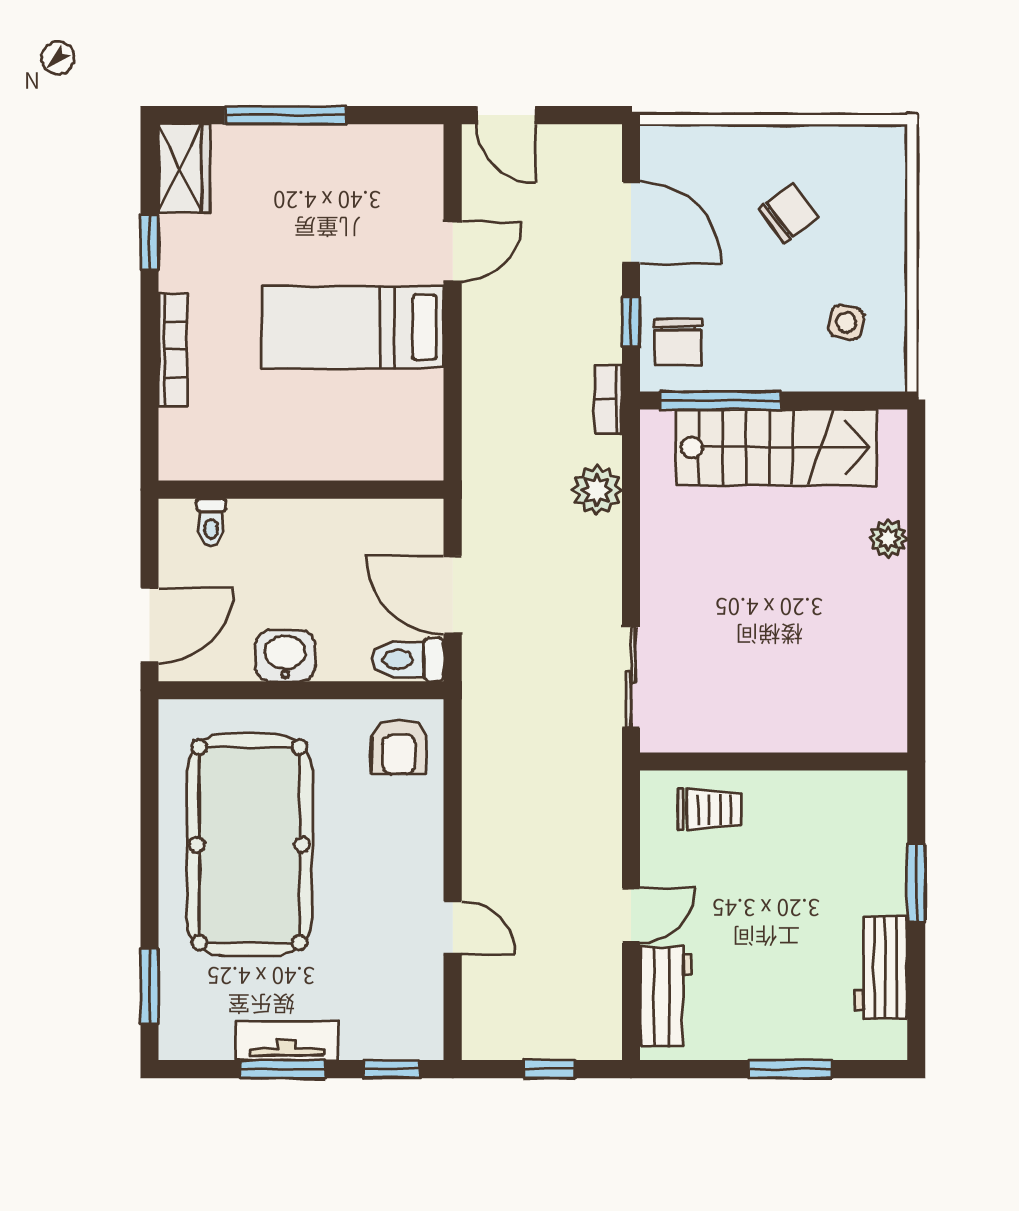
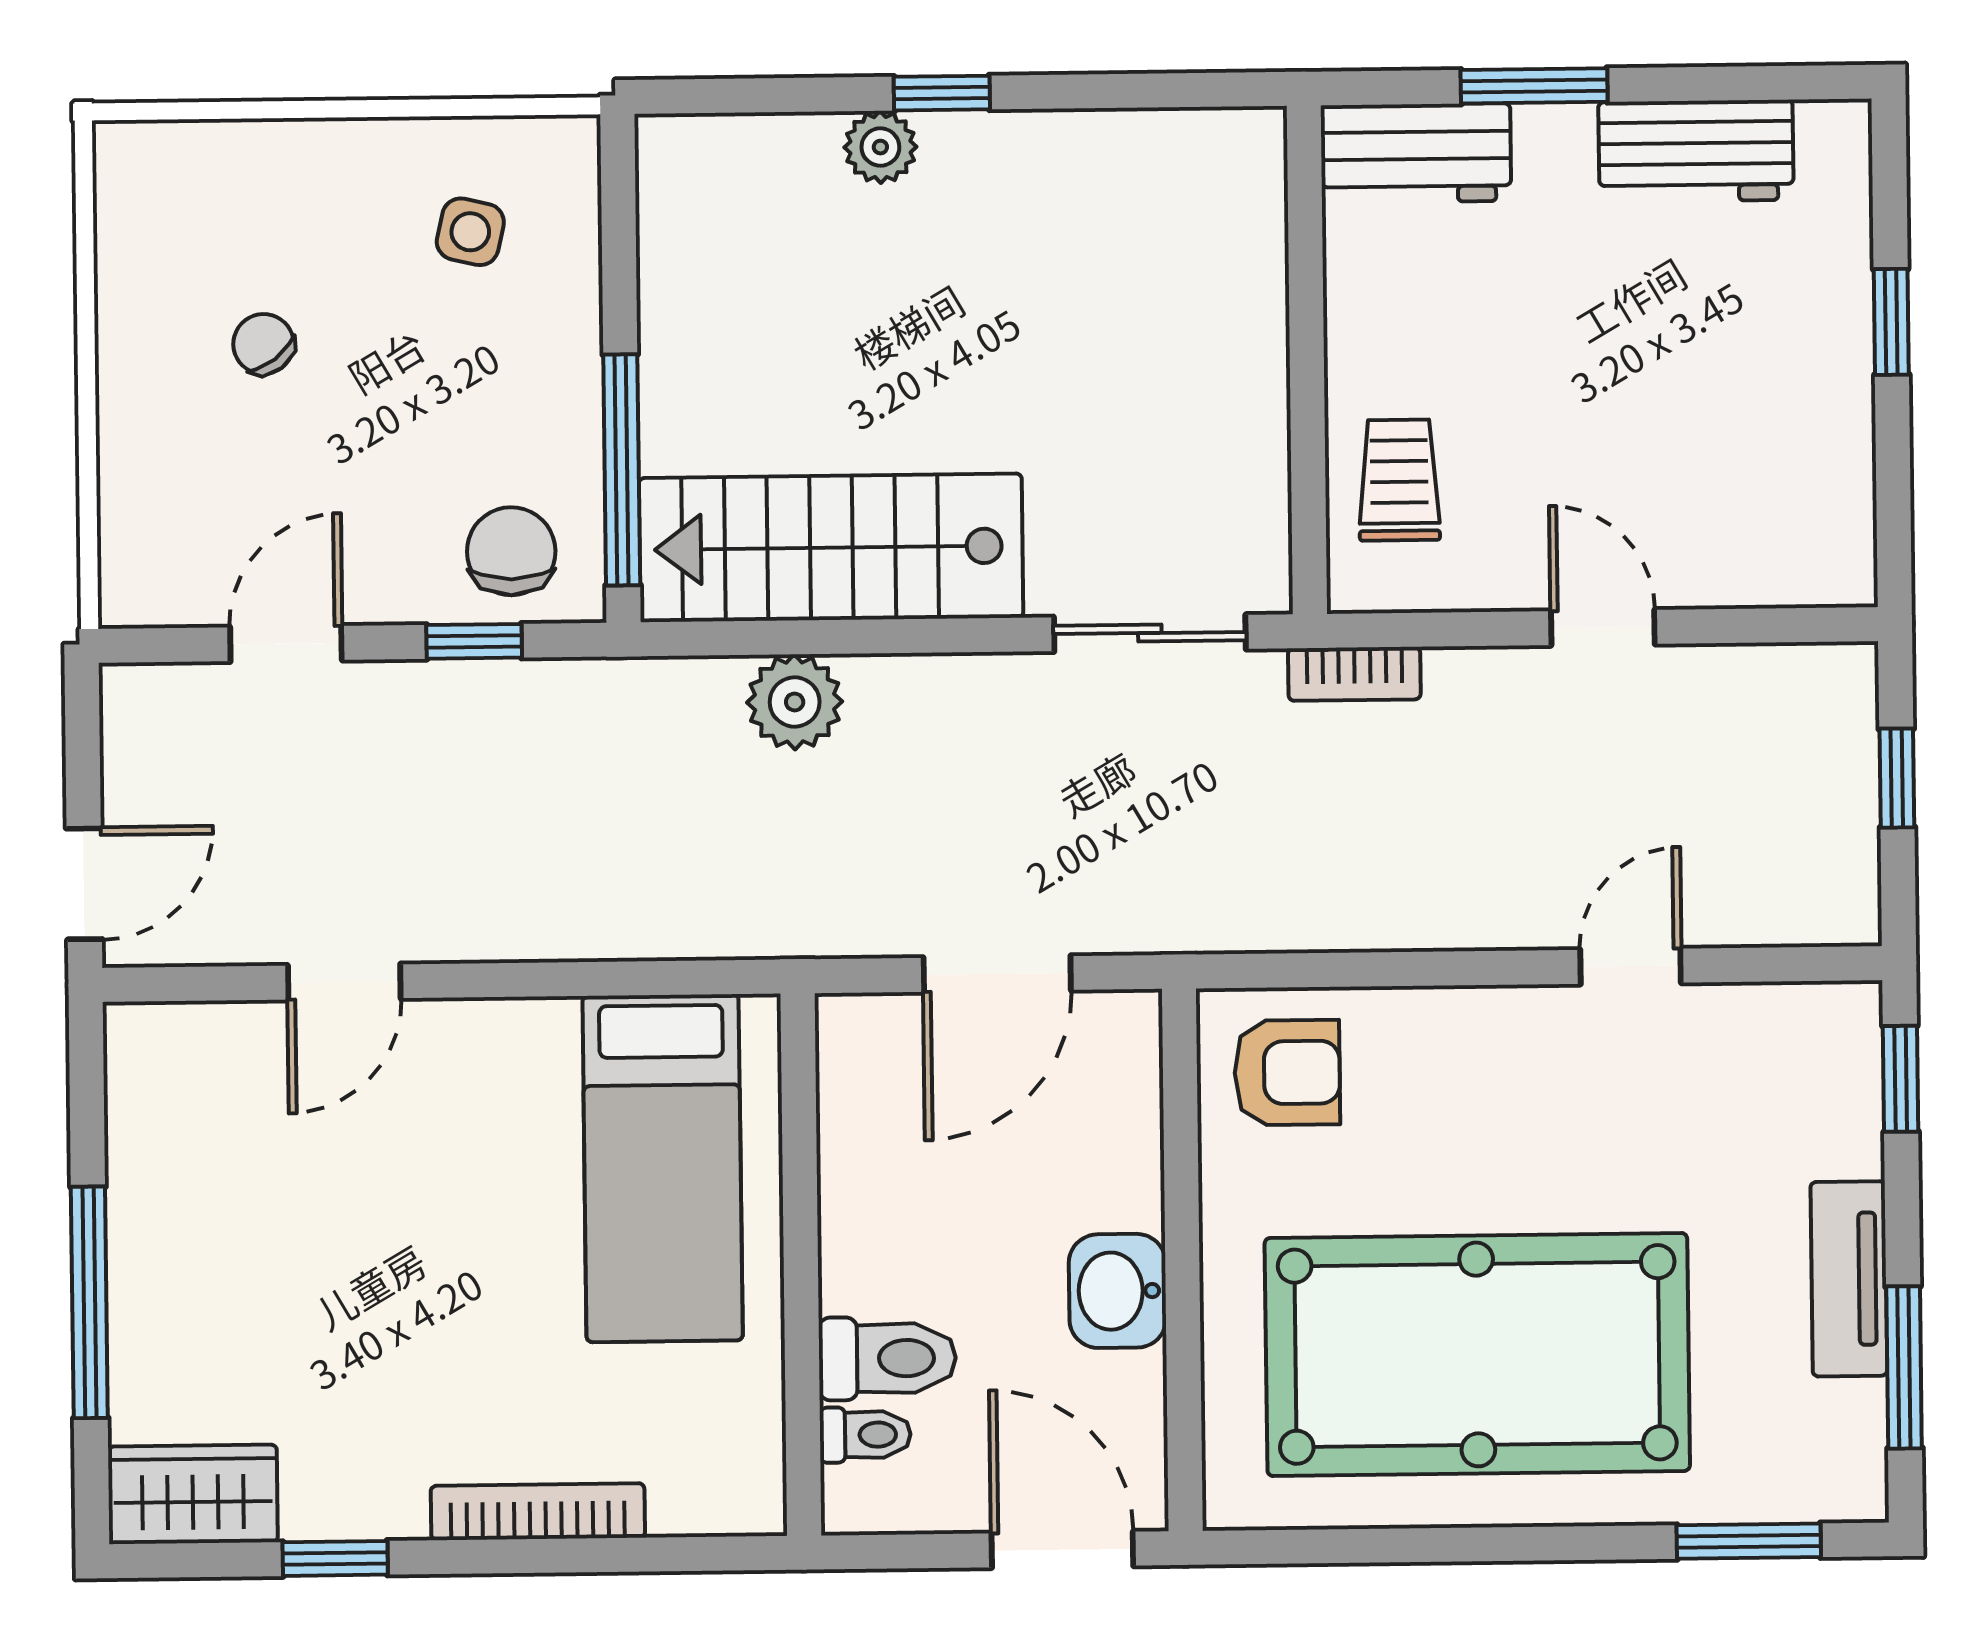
chair: (789, 213) -> (264, 344), width x0.73, depth x0.73
door: (631, 223) -> (286, 644), width x0.73
door: (453, 251) -> (344, 982), swing flipped
bed: (353, 327) -> (663, 1168), moved
chair: (678, 342) -> (511, 551), turned -90
bookcase: (608, 400) -> (1354, 674), moved
stairs: (776, 447) -> (831, 548), moved, turned -90
window: (916, 571) -> (942, 93), added
toilet: (408, 659) -> (887, 1358), moved, turned -90
workbench: (666, 996) -> (1416, 153), moved, turned 180
window: (283, 1069) -> (1904, 1367), moved
window: (790, 1069) -> (1891, 322), width x0.67

